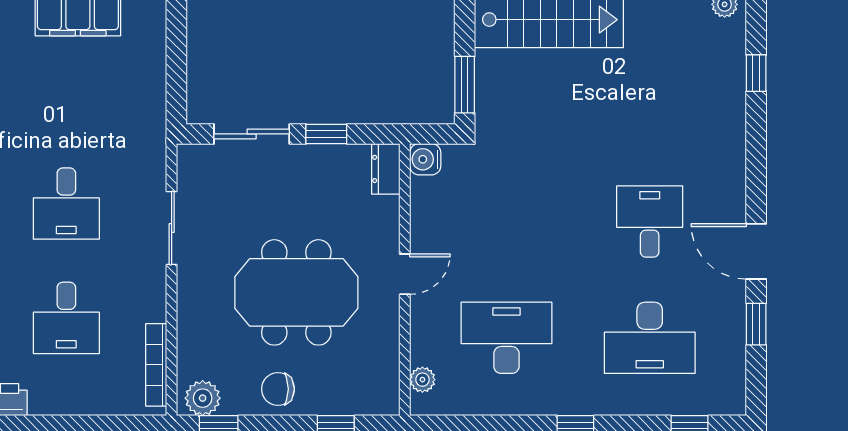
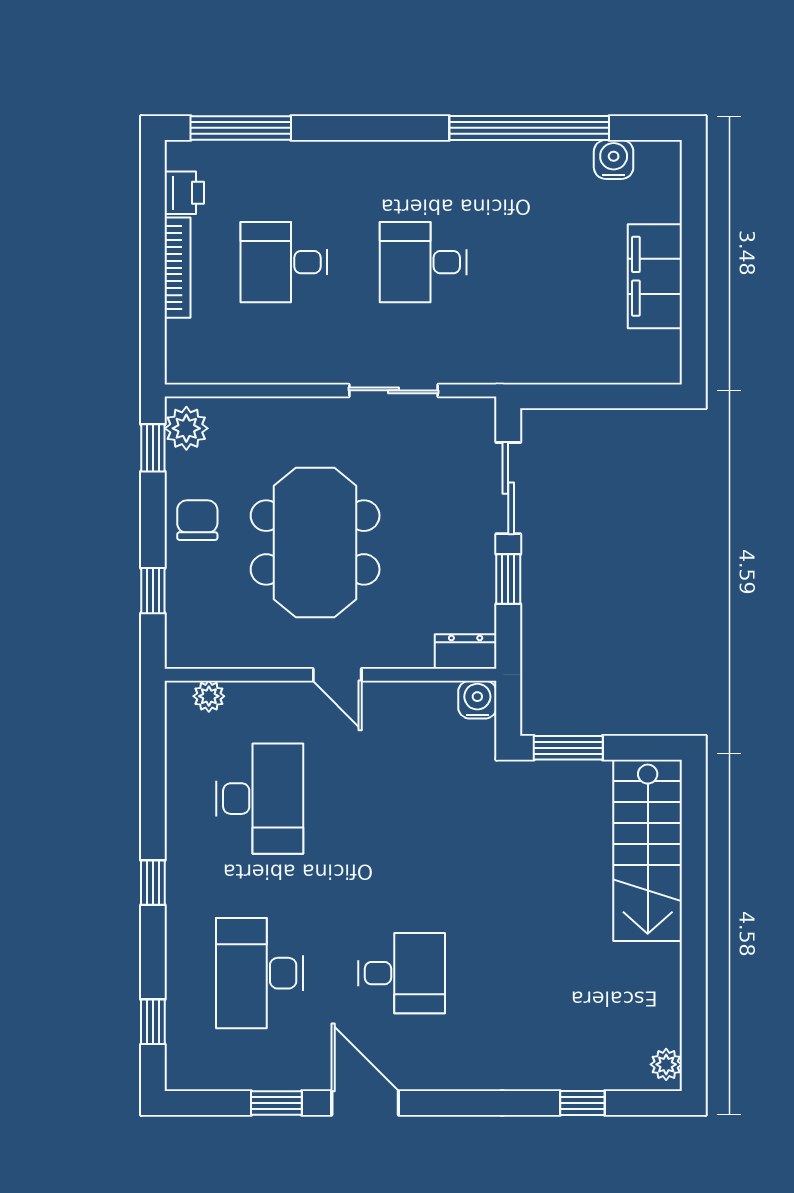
door: (756, 251) -> (365, 1103), hinge flipped
bookcase: (156, 365) -> (178, 268), moved, turned 90

